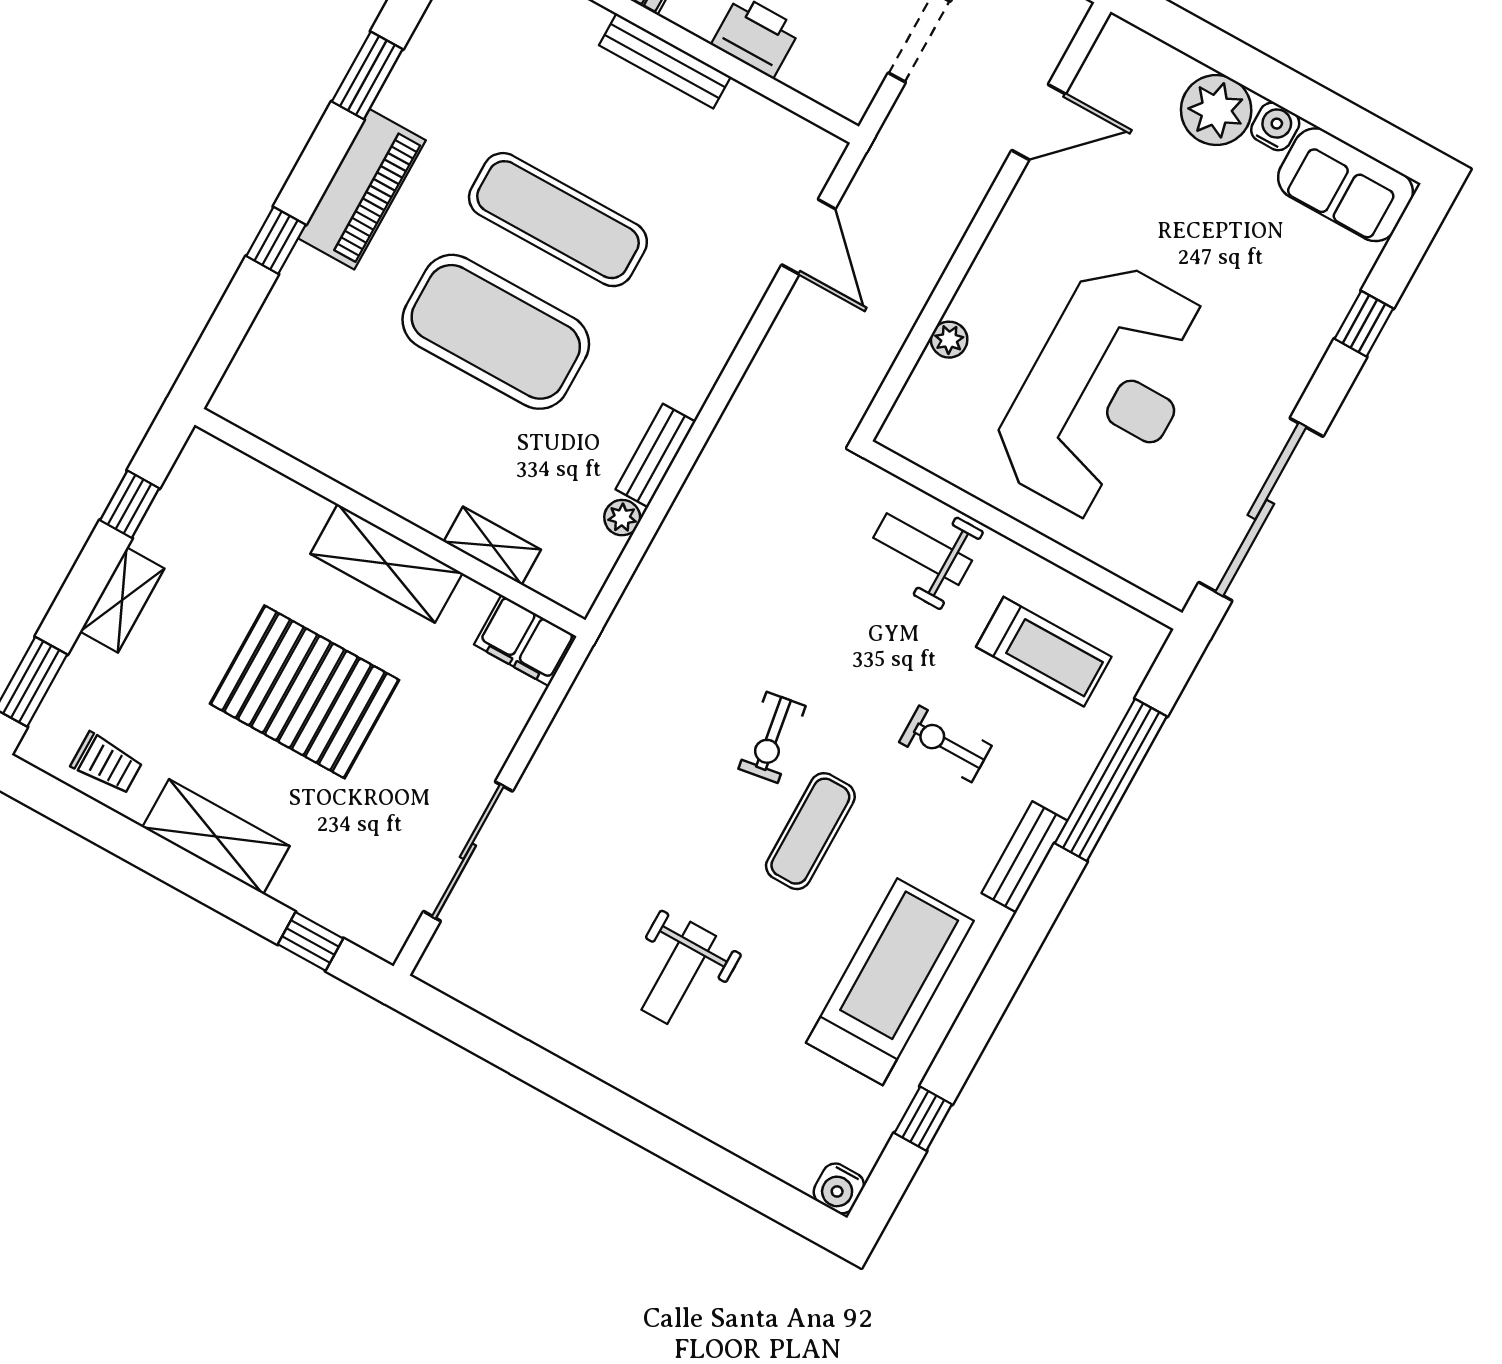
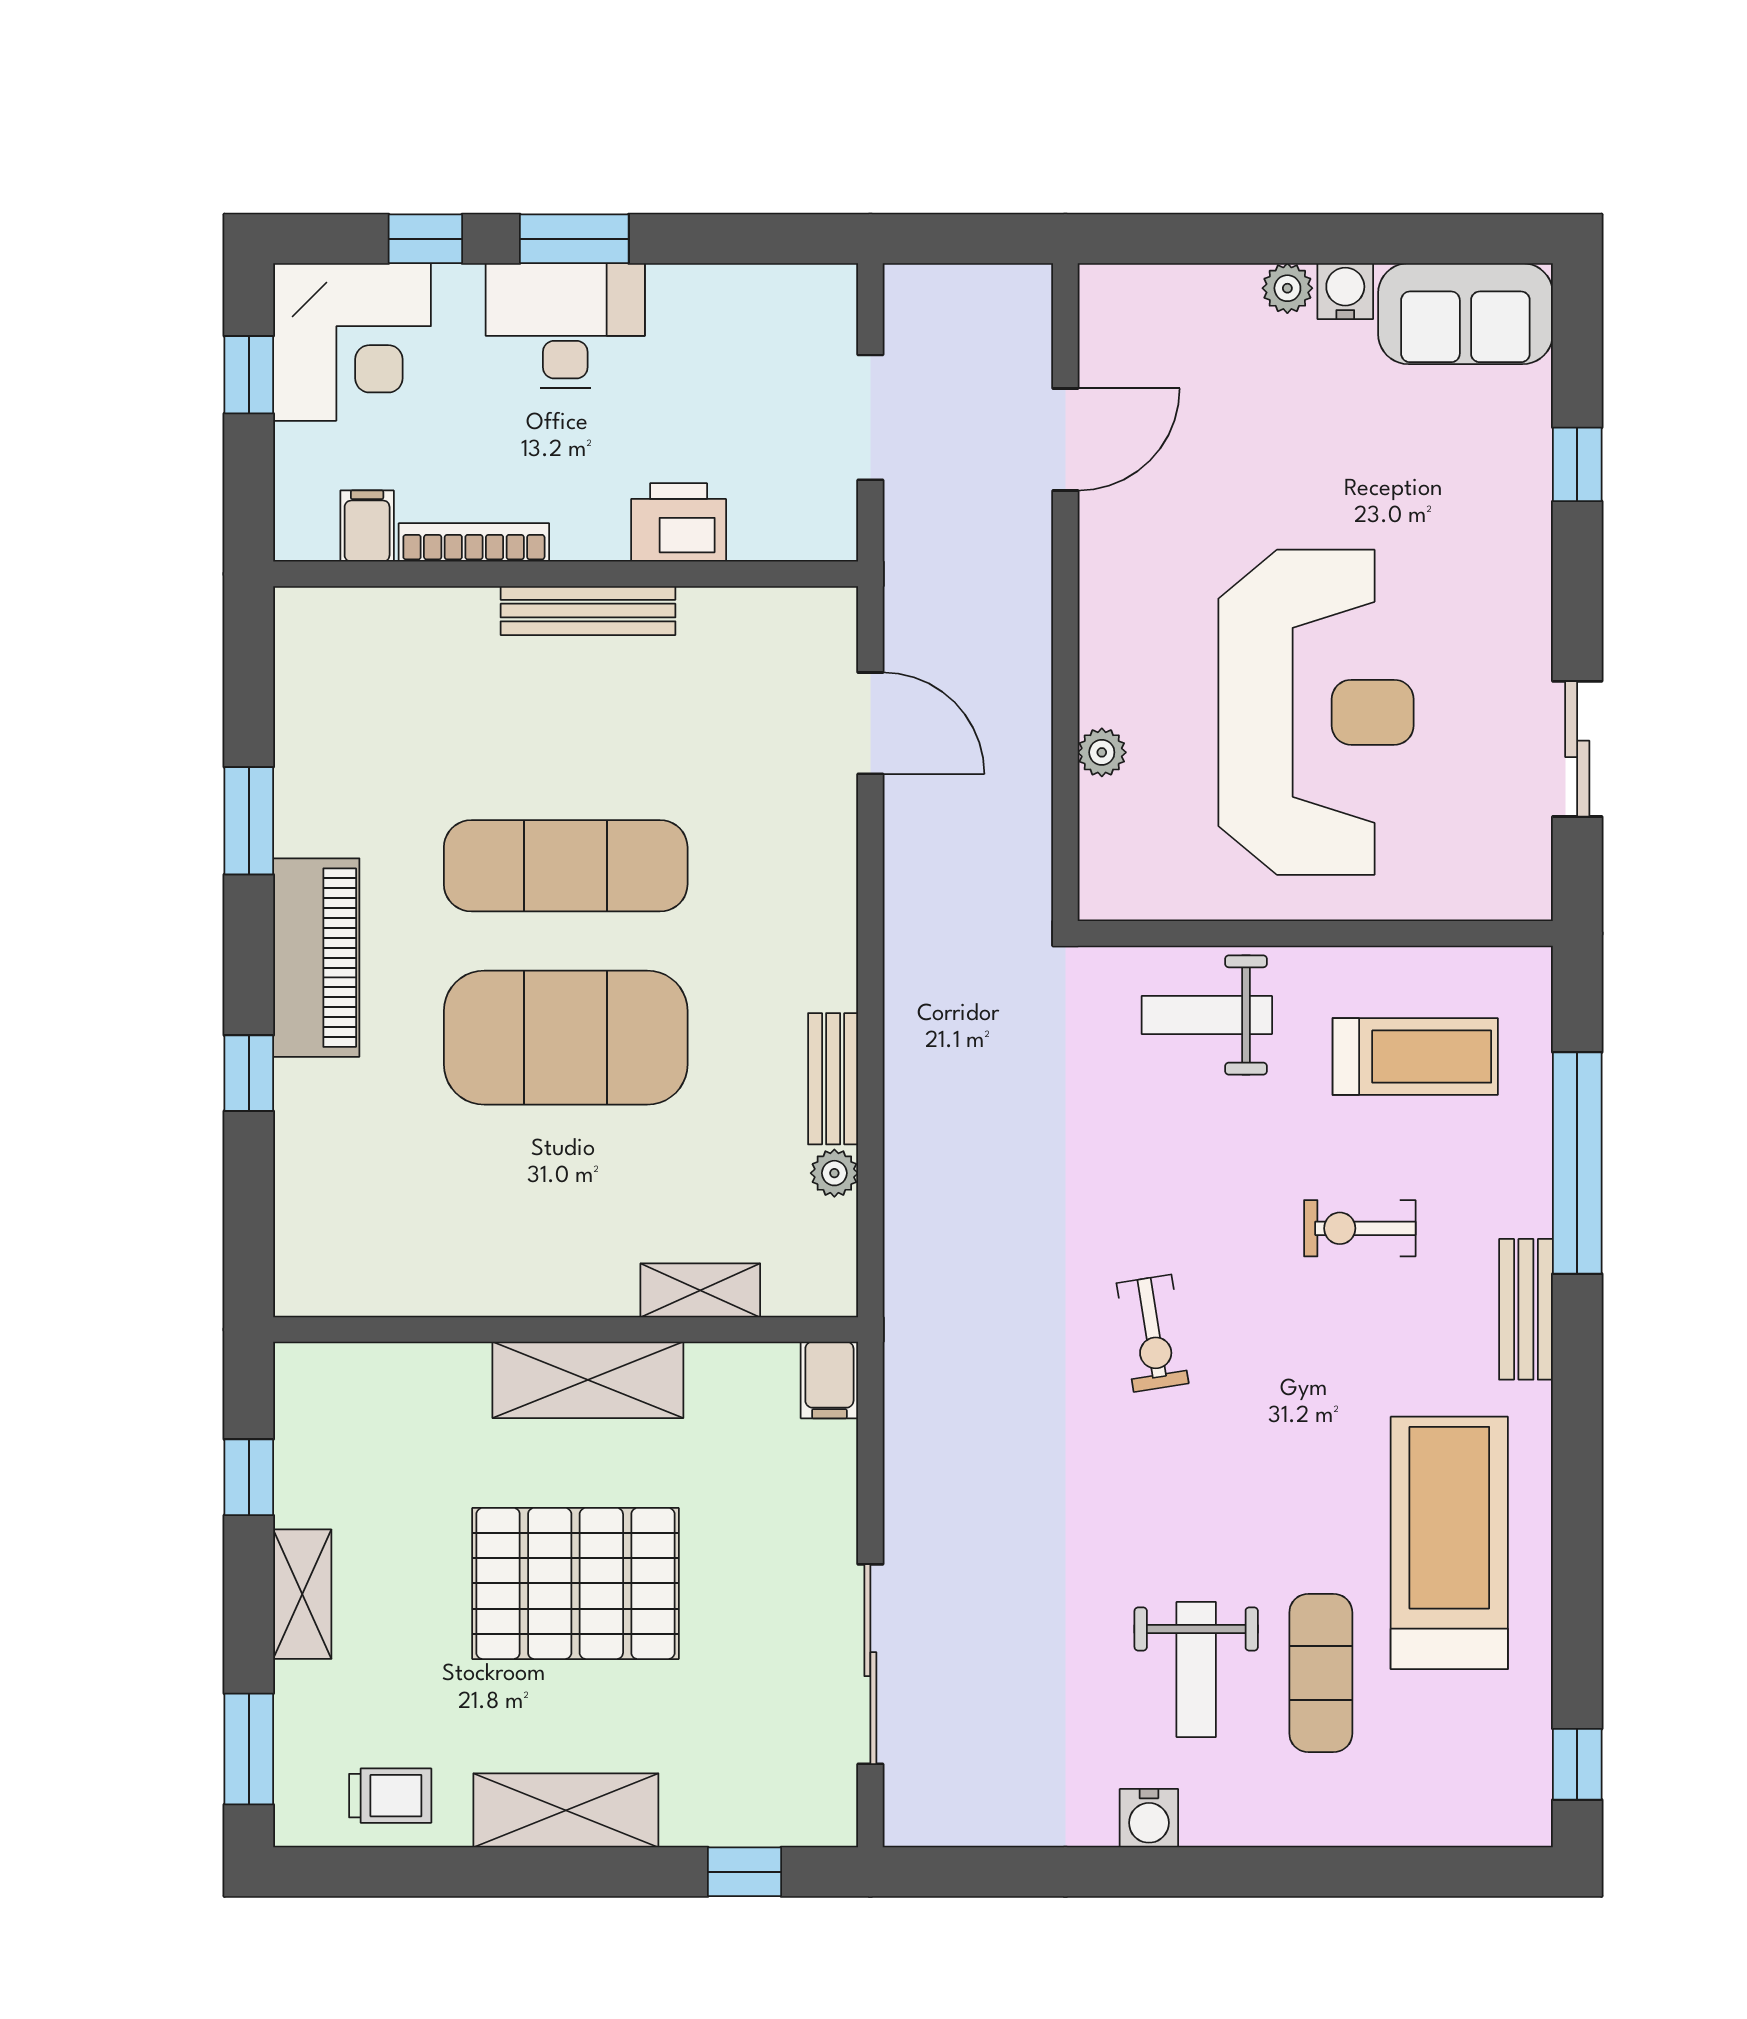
plant: (1216, 110) -> (1287, 288), width x0.53, depth x0.53
sliding door: (1261, 509) -> (1577, 749), width x0.54
filing cabinet: (525, 641) -> (829, 1380), width x0.50
exercise mat: (810, 831) -> (1321, 1673), moved
window: (923, 1119) -> (1577, 1764), moved
water cooler: (839, 1188) -> (1149, 1818), moved

